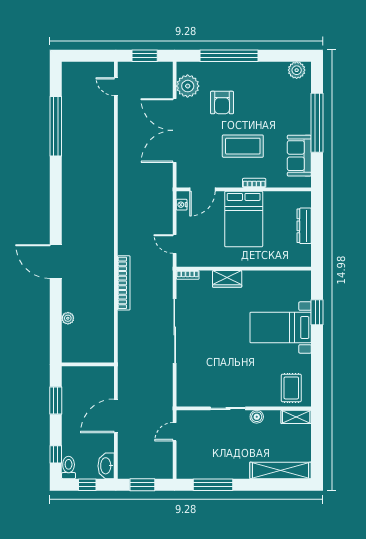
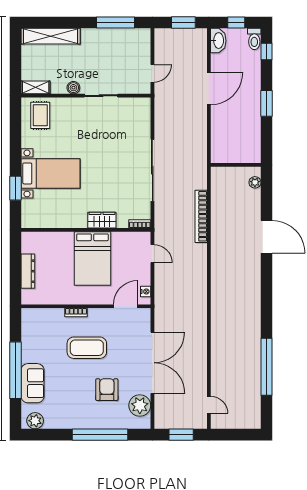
sofa: (299, 156) -> (33, 383), moved
bed: (244, 219) -> (92, 258), moved, turned 180
wall: (88, 364) -> (236, 165), moved

